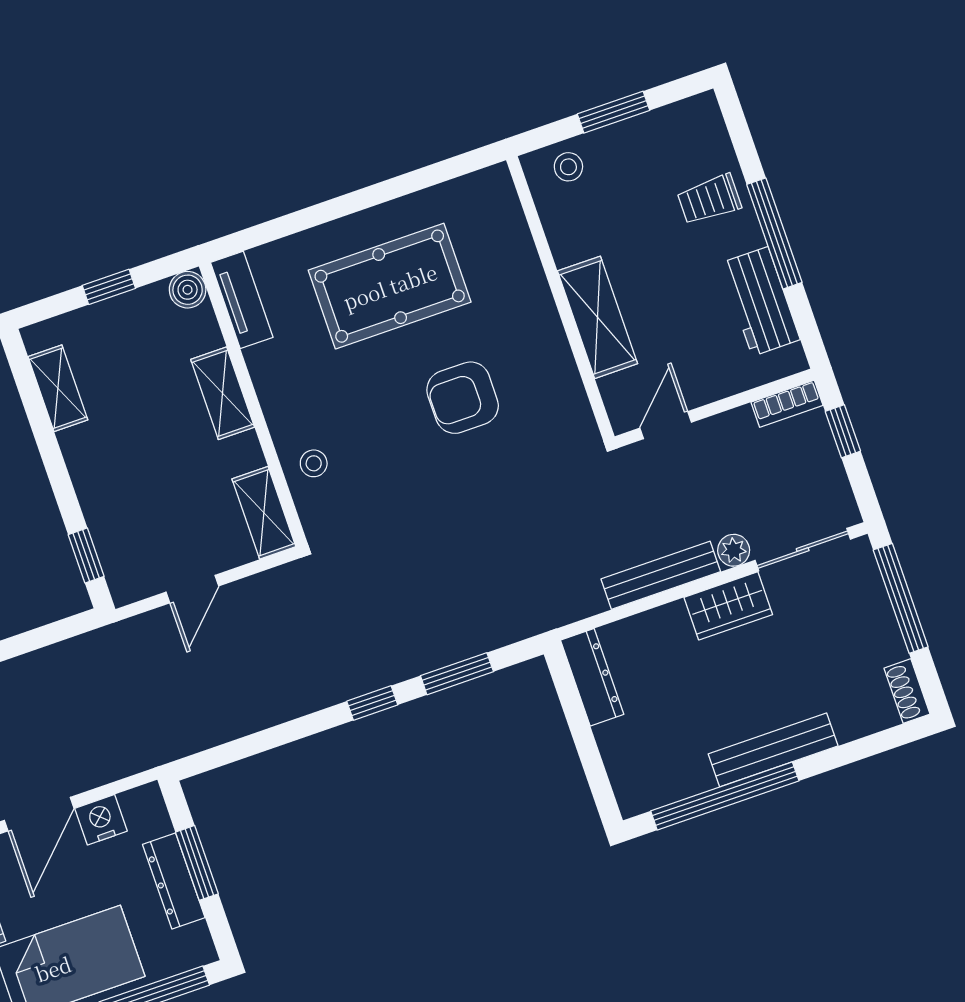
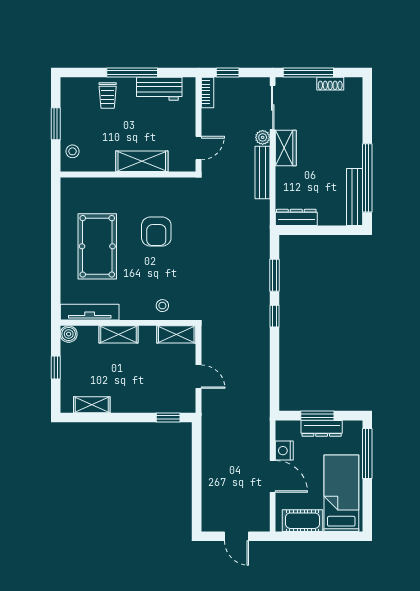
tv unit: (242, 300) -> (90, 312), width x1.41
door: (666, 425) -> (198, 148), swing flipped
shoe rack: (907, 691) -> (330, 84), moved
bench: (773, 750) -> (355, 197), moved

